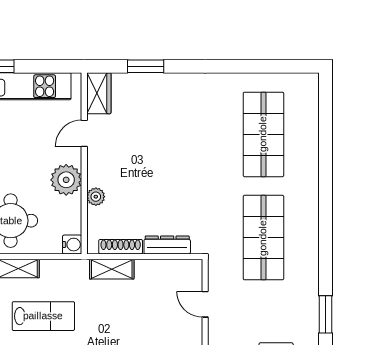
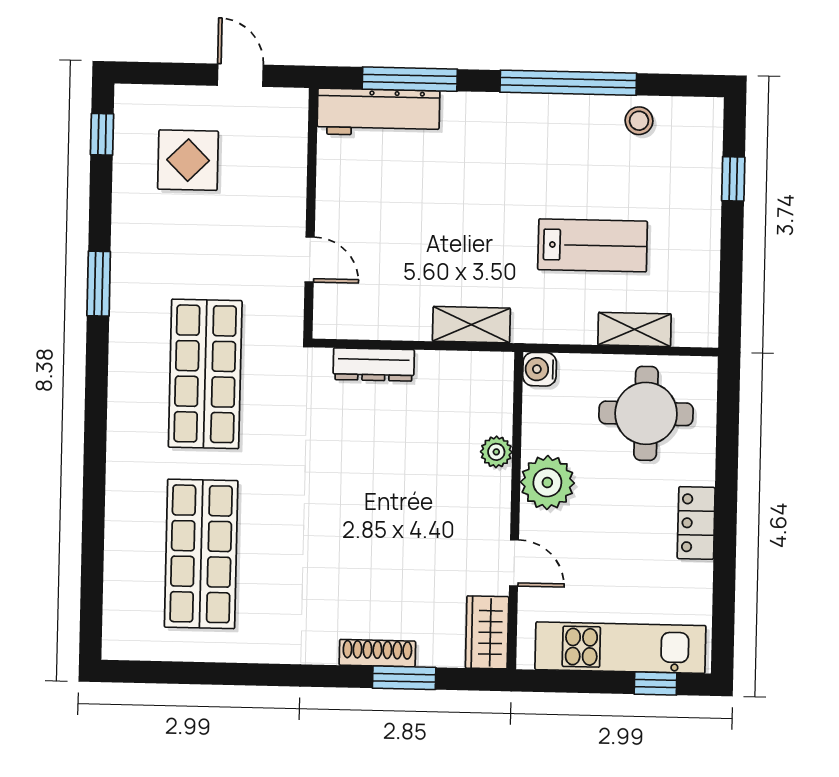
door: (84, 133) -> (514, 563), hinge flipped
shoe rack: (121, 247) -> (377, 653), moved, turned 180
window: (326, 314) -> (99, 284), moved
lab bench: (43, 316) -> (593, 245), turned 180

